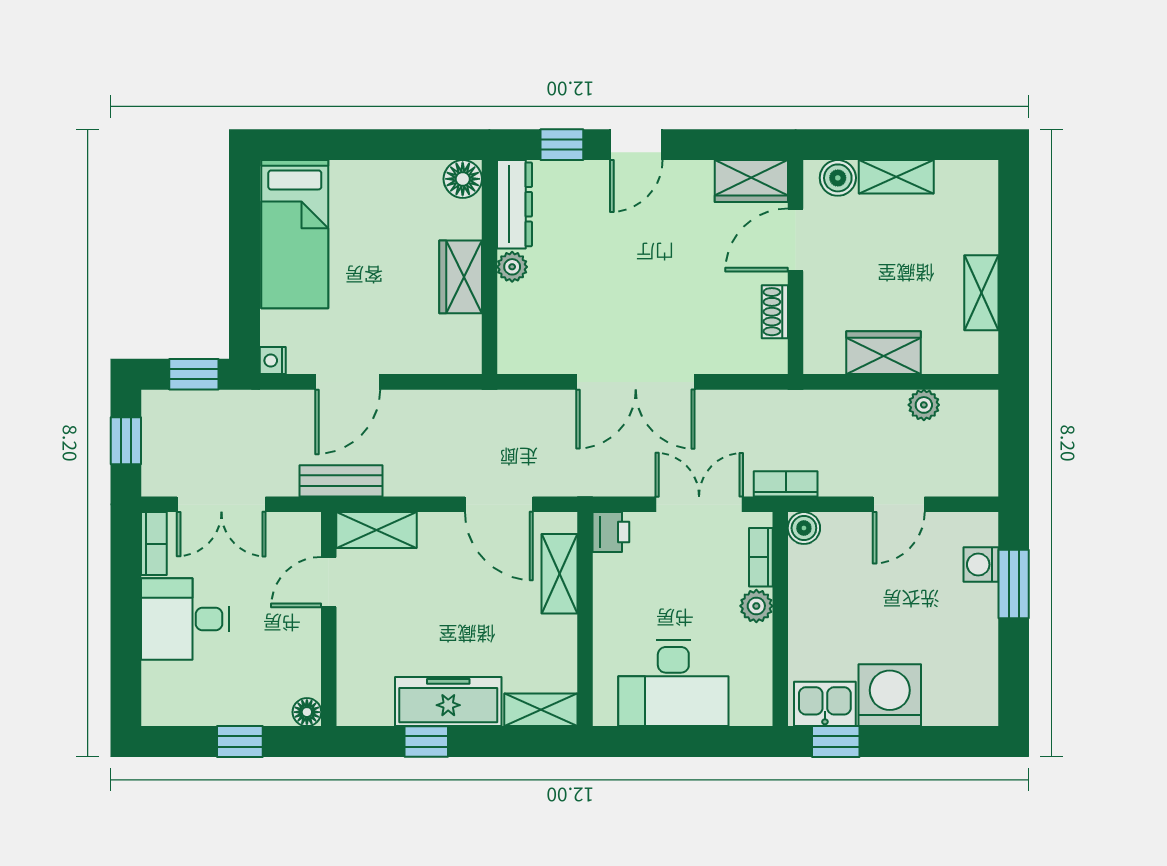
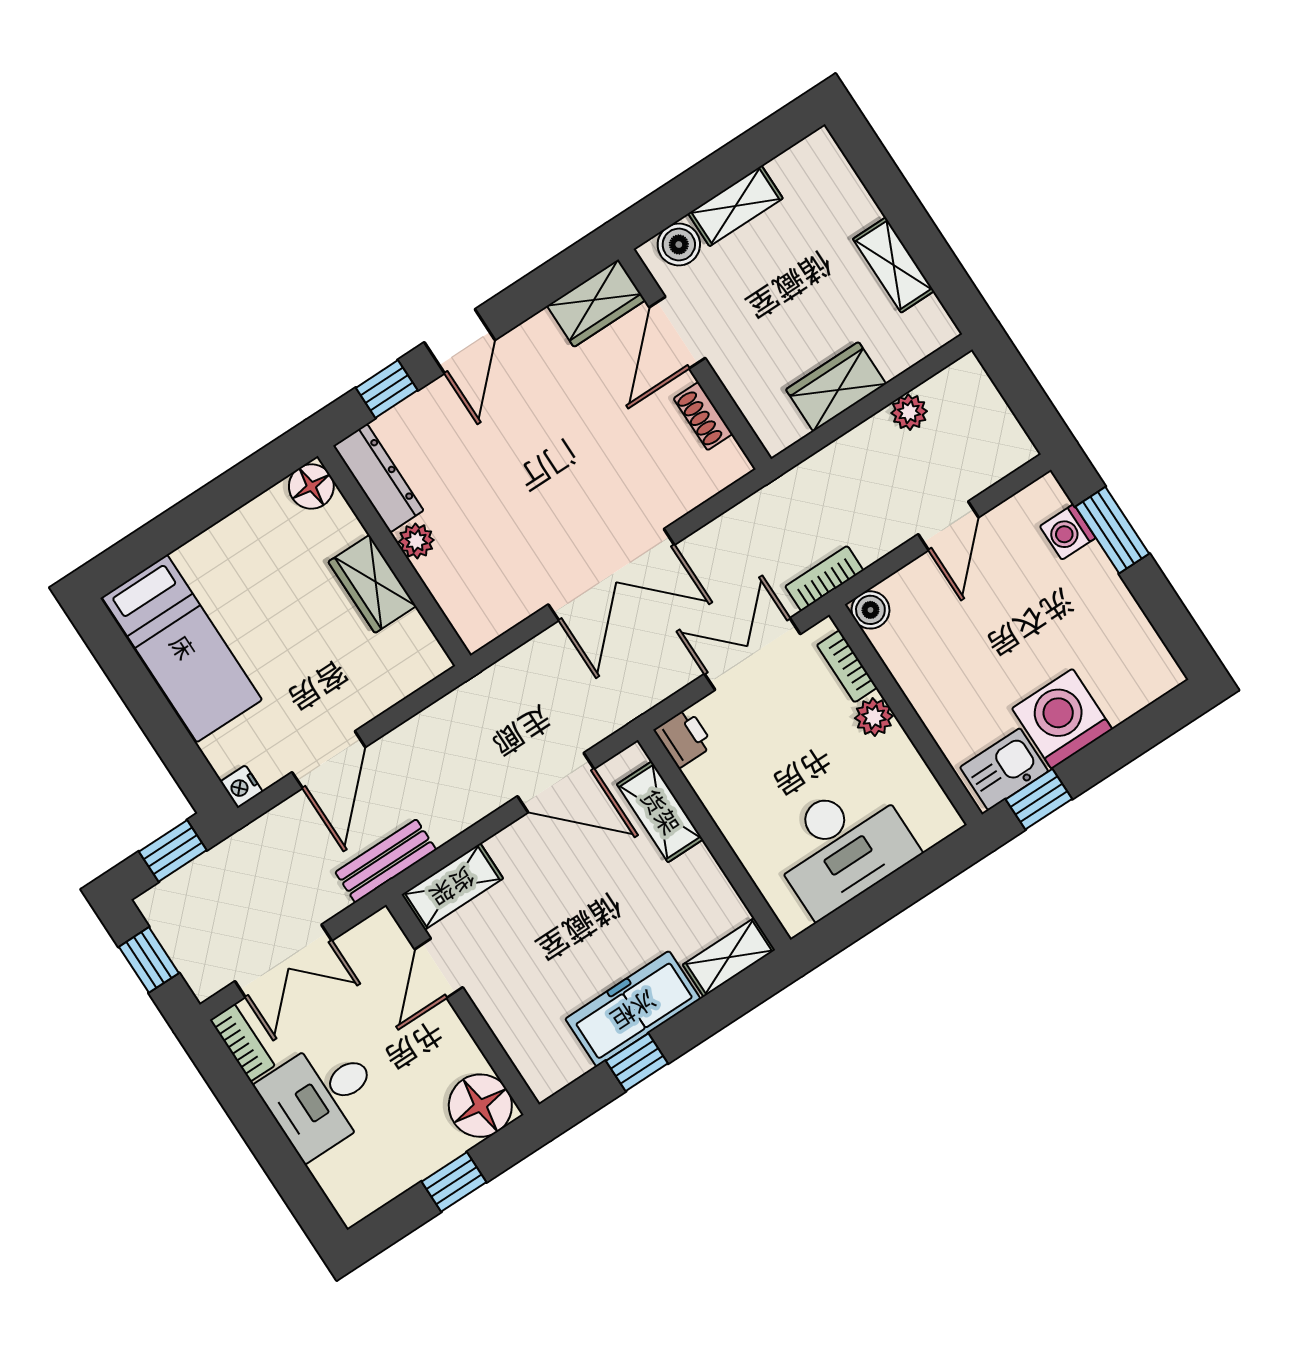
floor lamp: (307, 712) -> (480, 1106), width x1.89, depth x1.89

